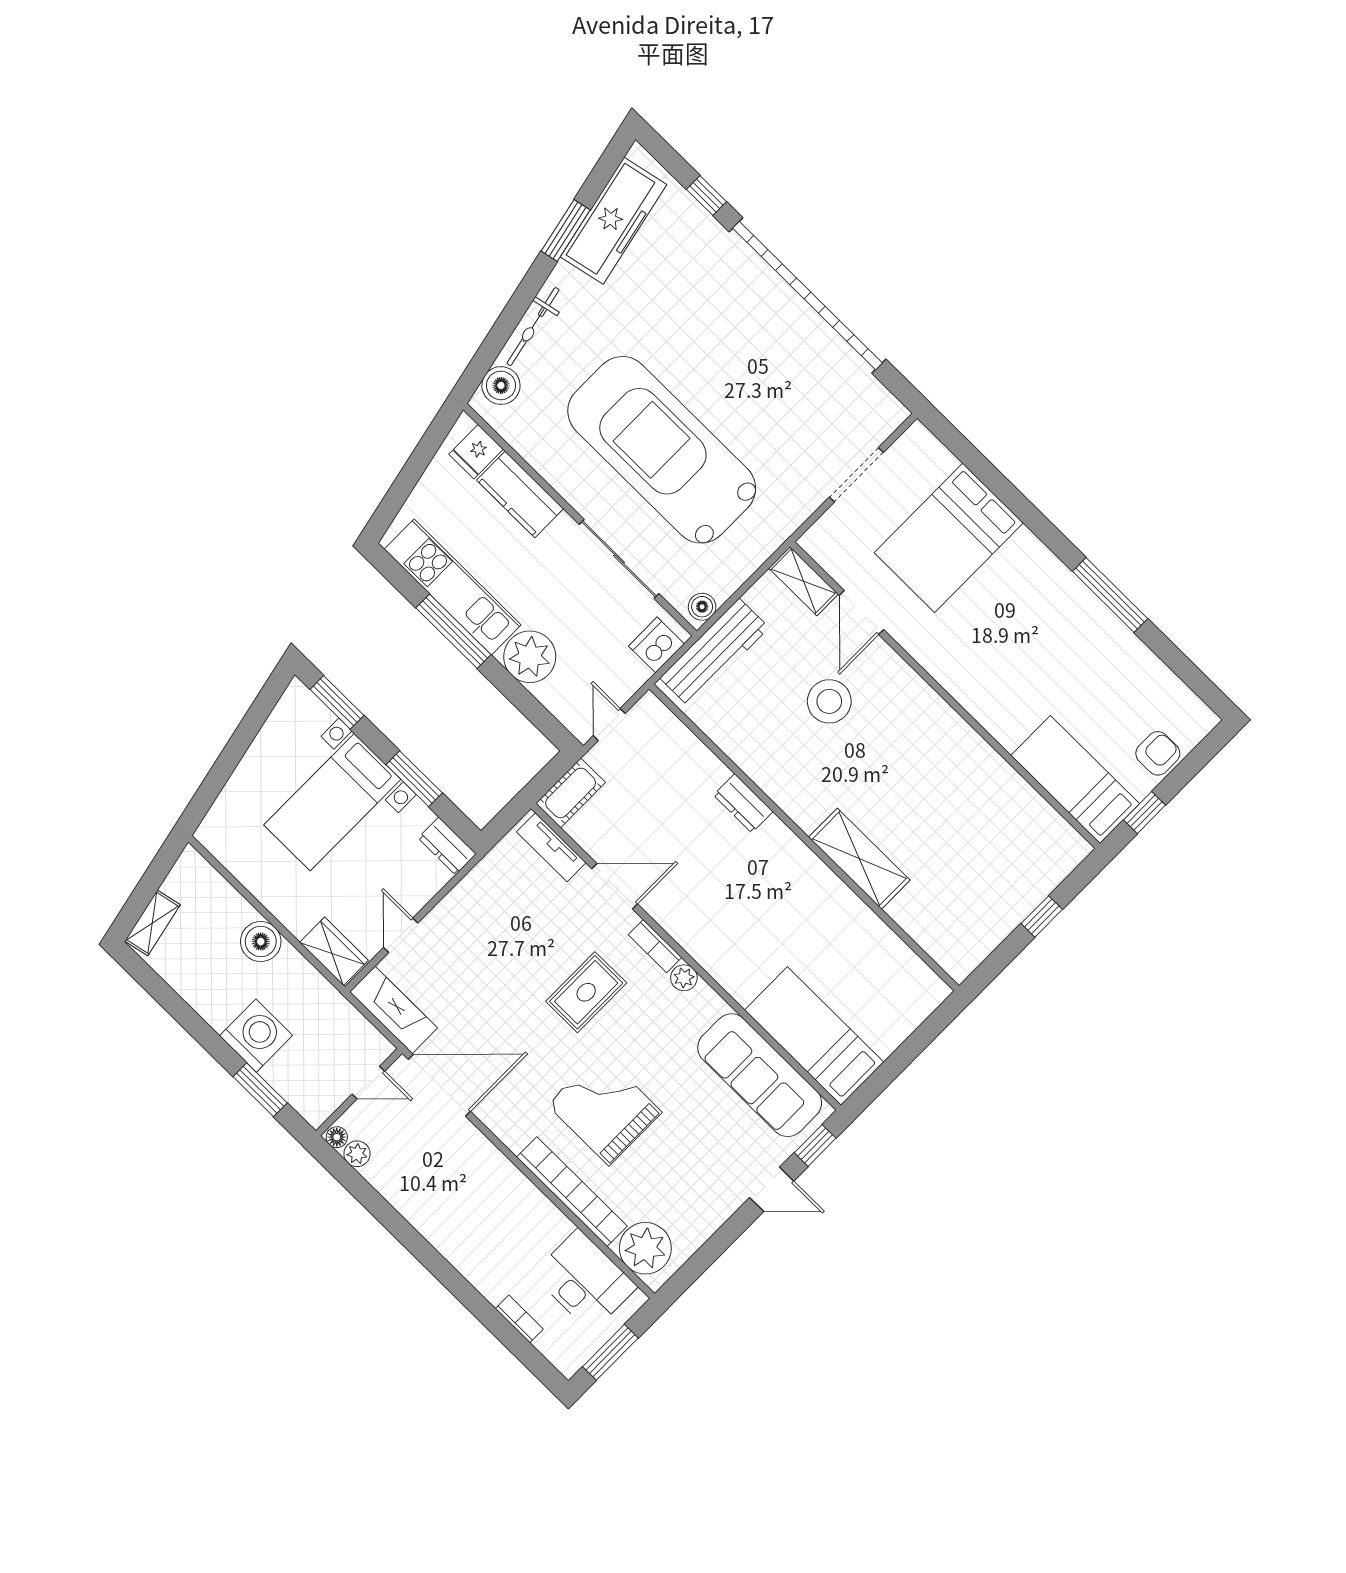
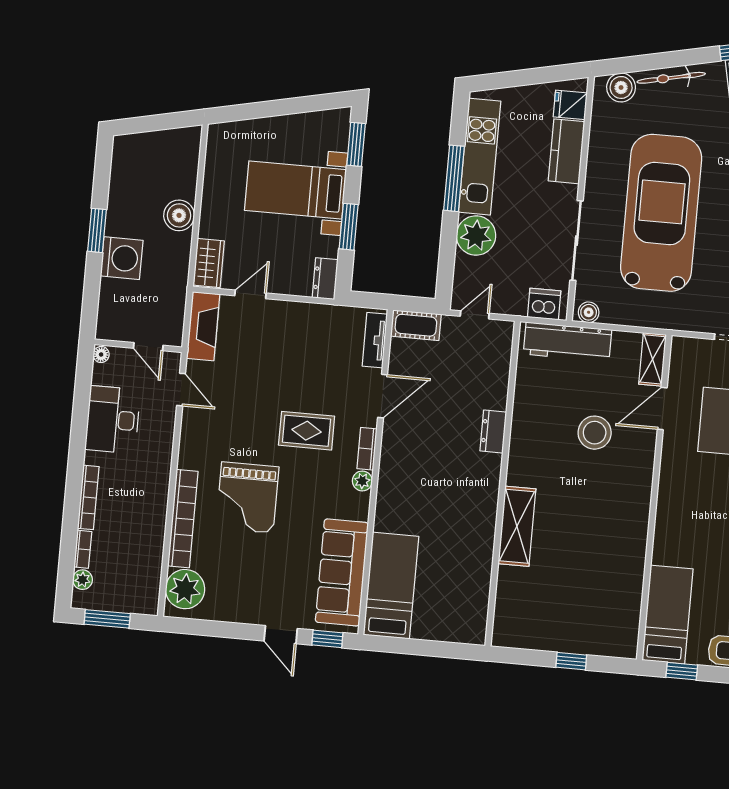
door: (615, 886) -> (382, 396), hinge flipped
shelving: (152, 923) -> (138, 143), removed
door: (439, 1085) -> (181, 390), width x0.53
window: (260, 1090) -> (97, 230), moved
grand piano: (605, 1108) -> (247, 498), turned 180
plant: (357, 1154) -> (82, 580), moved
bookcase: (471, 1270) -> (88, 497), added
desk: (585, 1281) -> (113, 420), moved, turned 180

